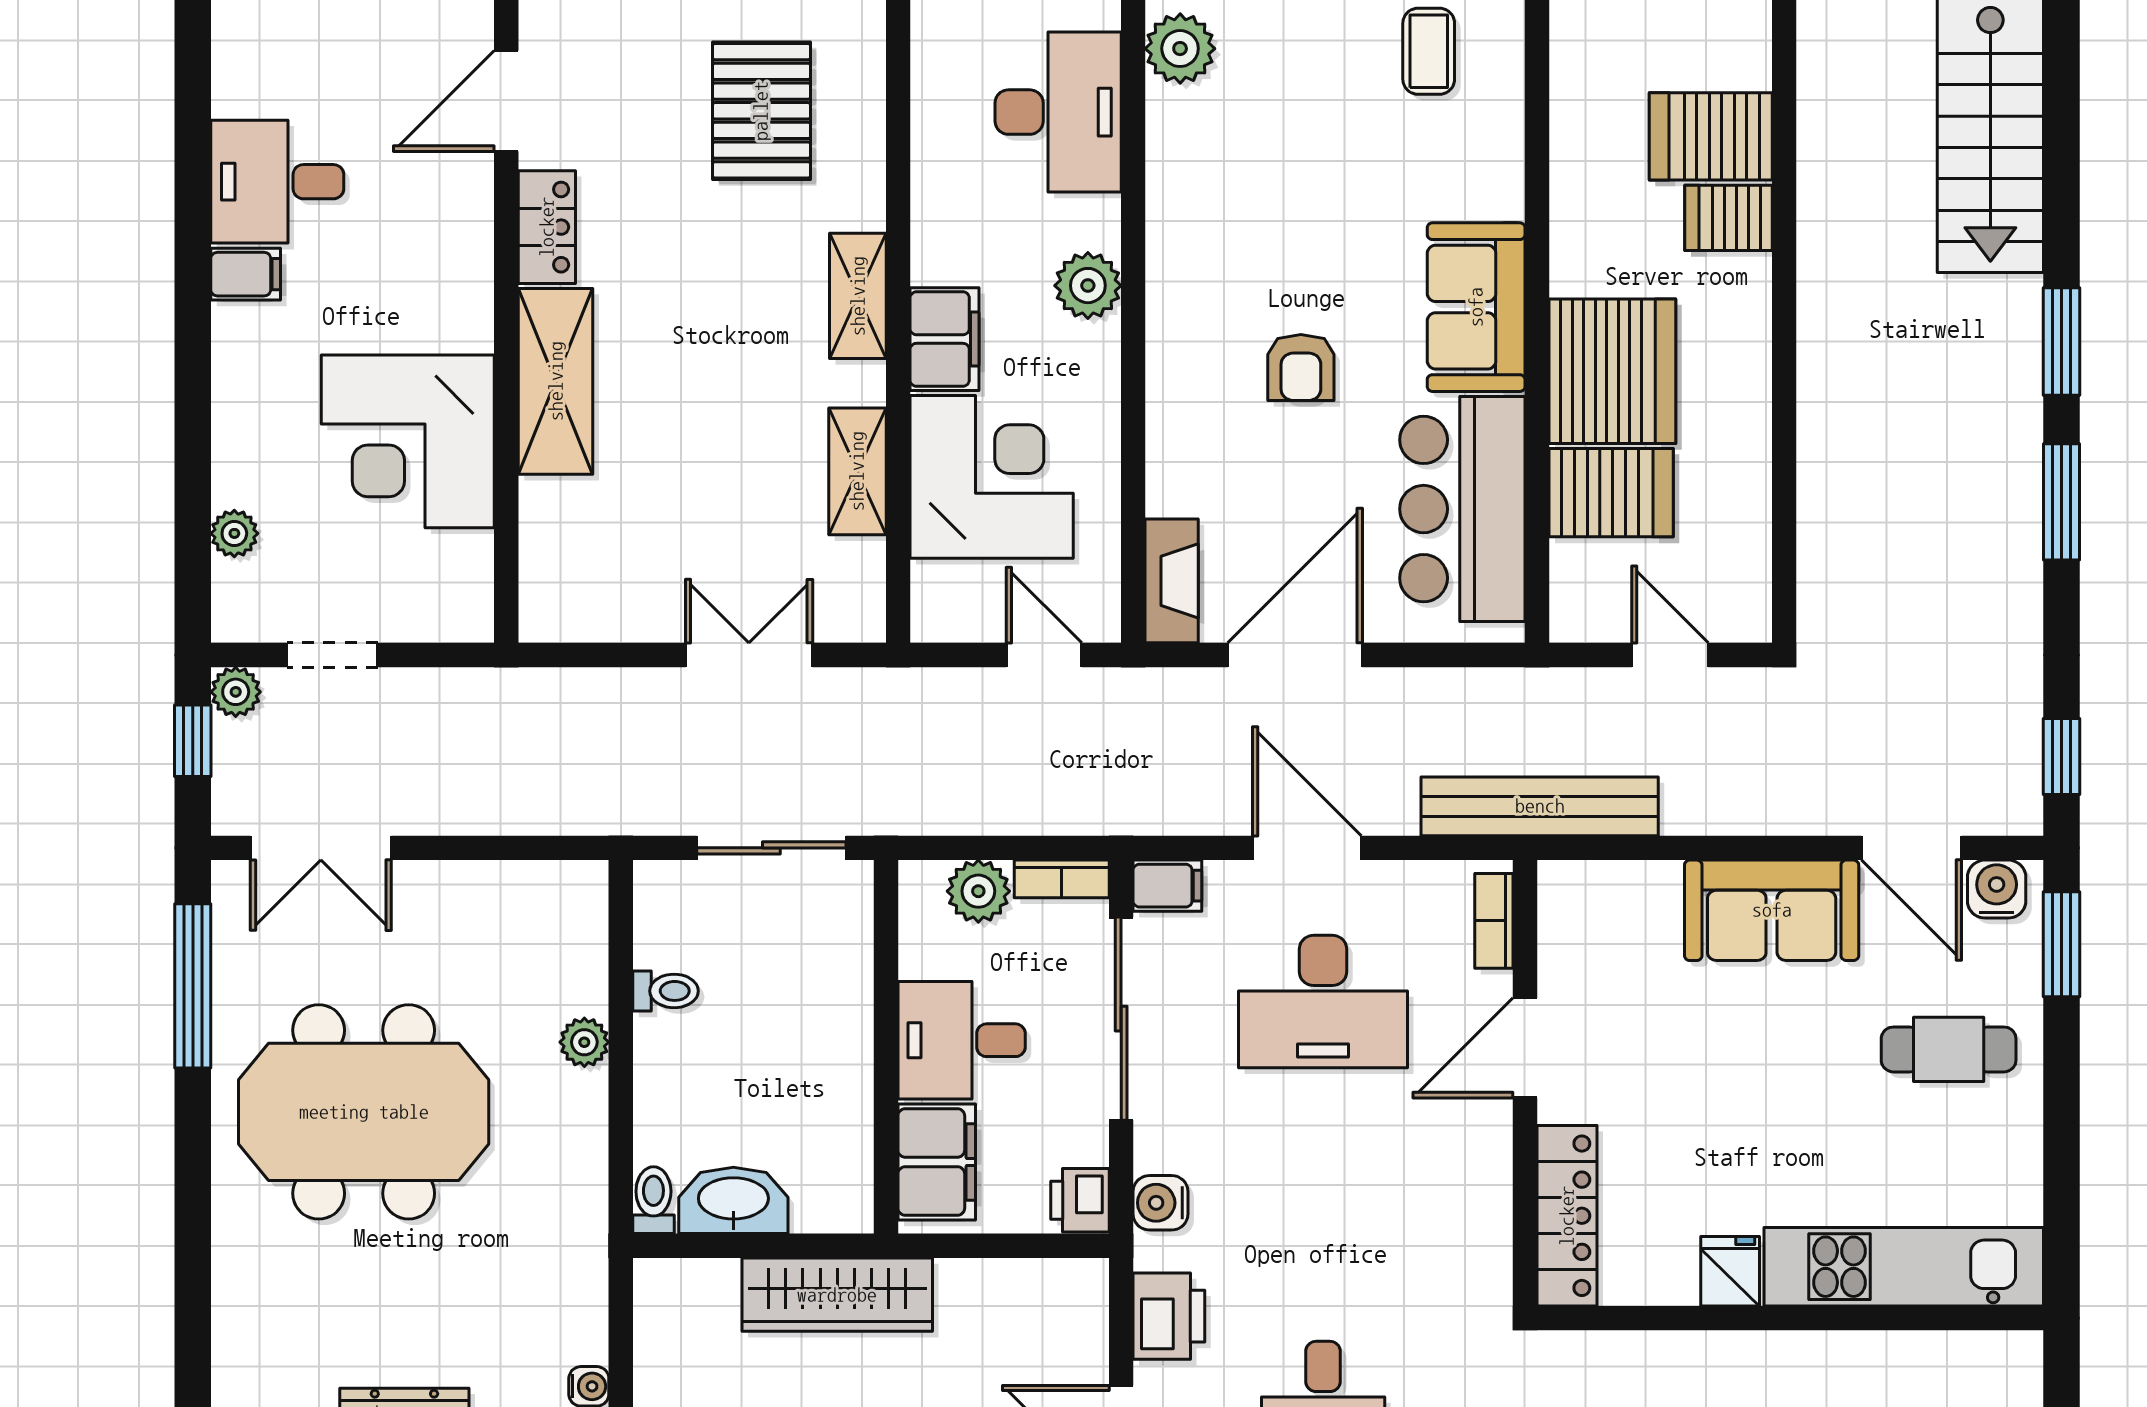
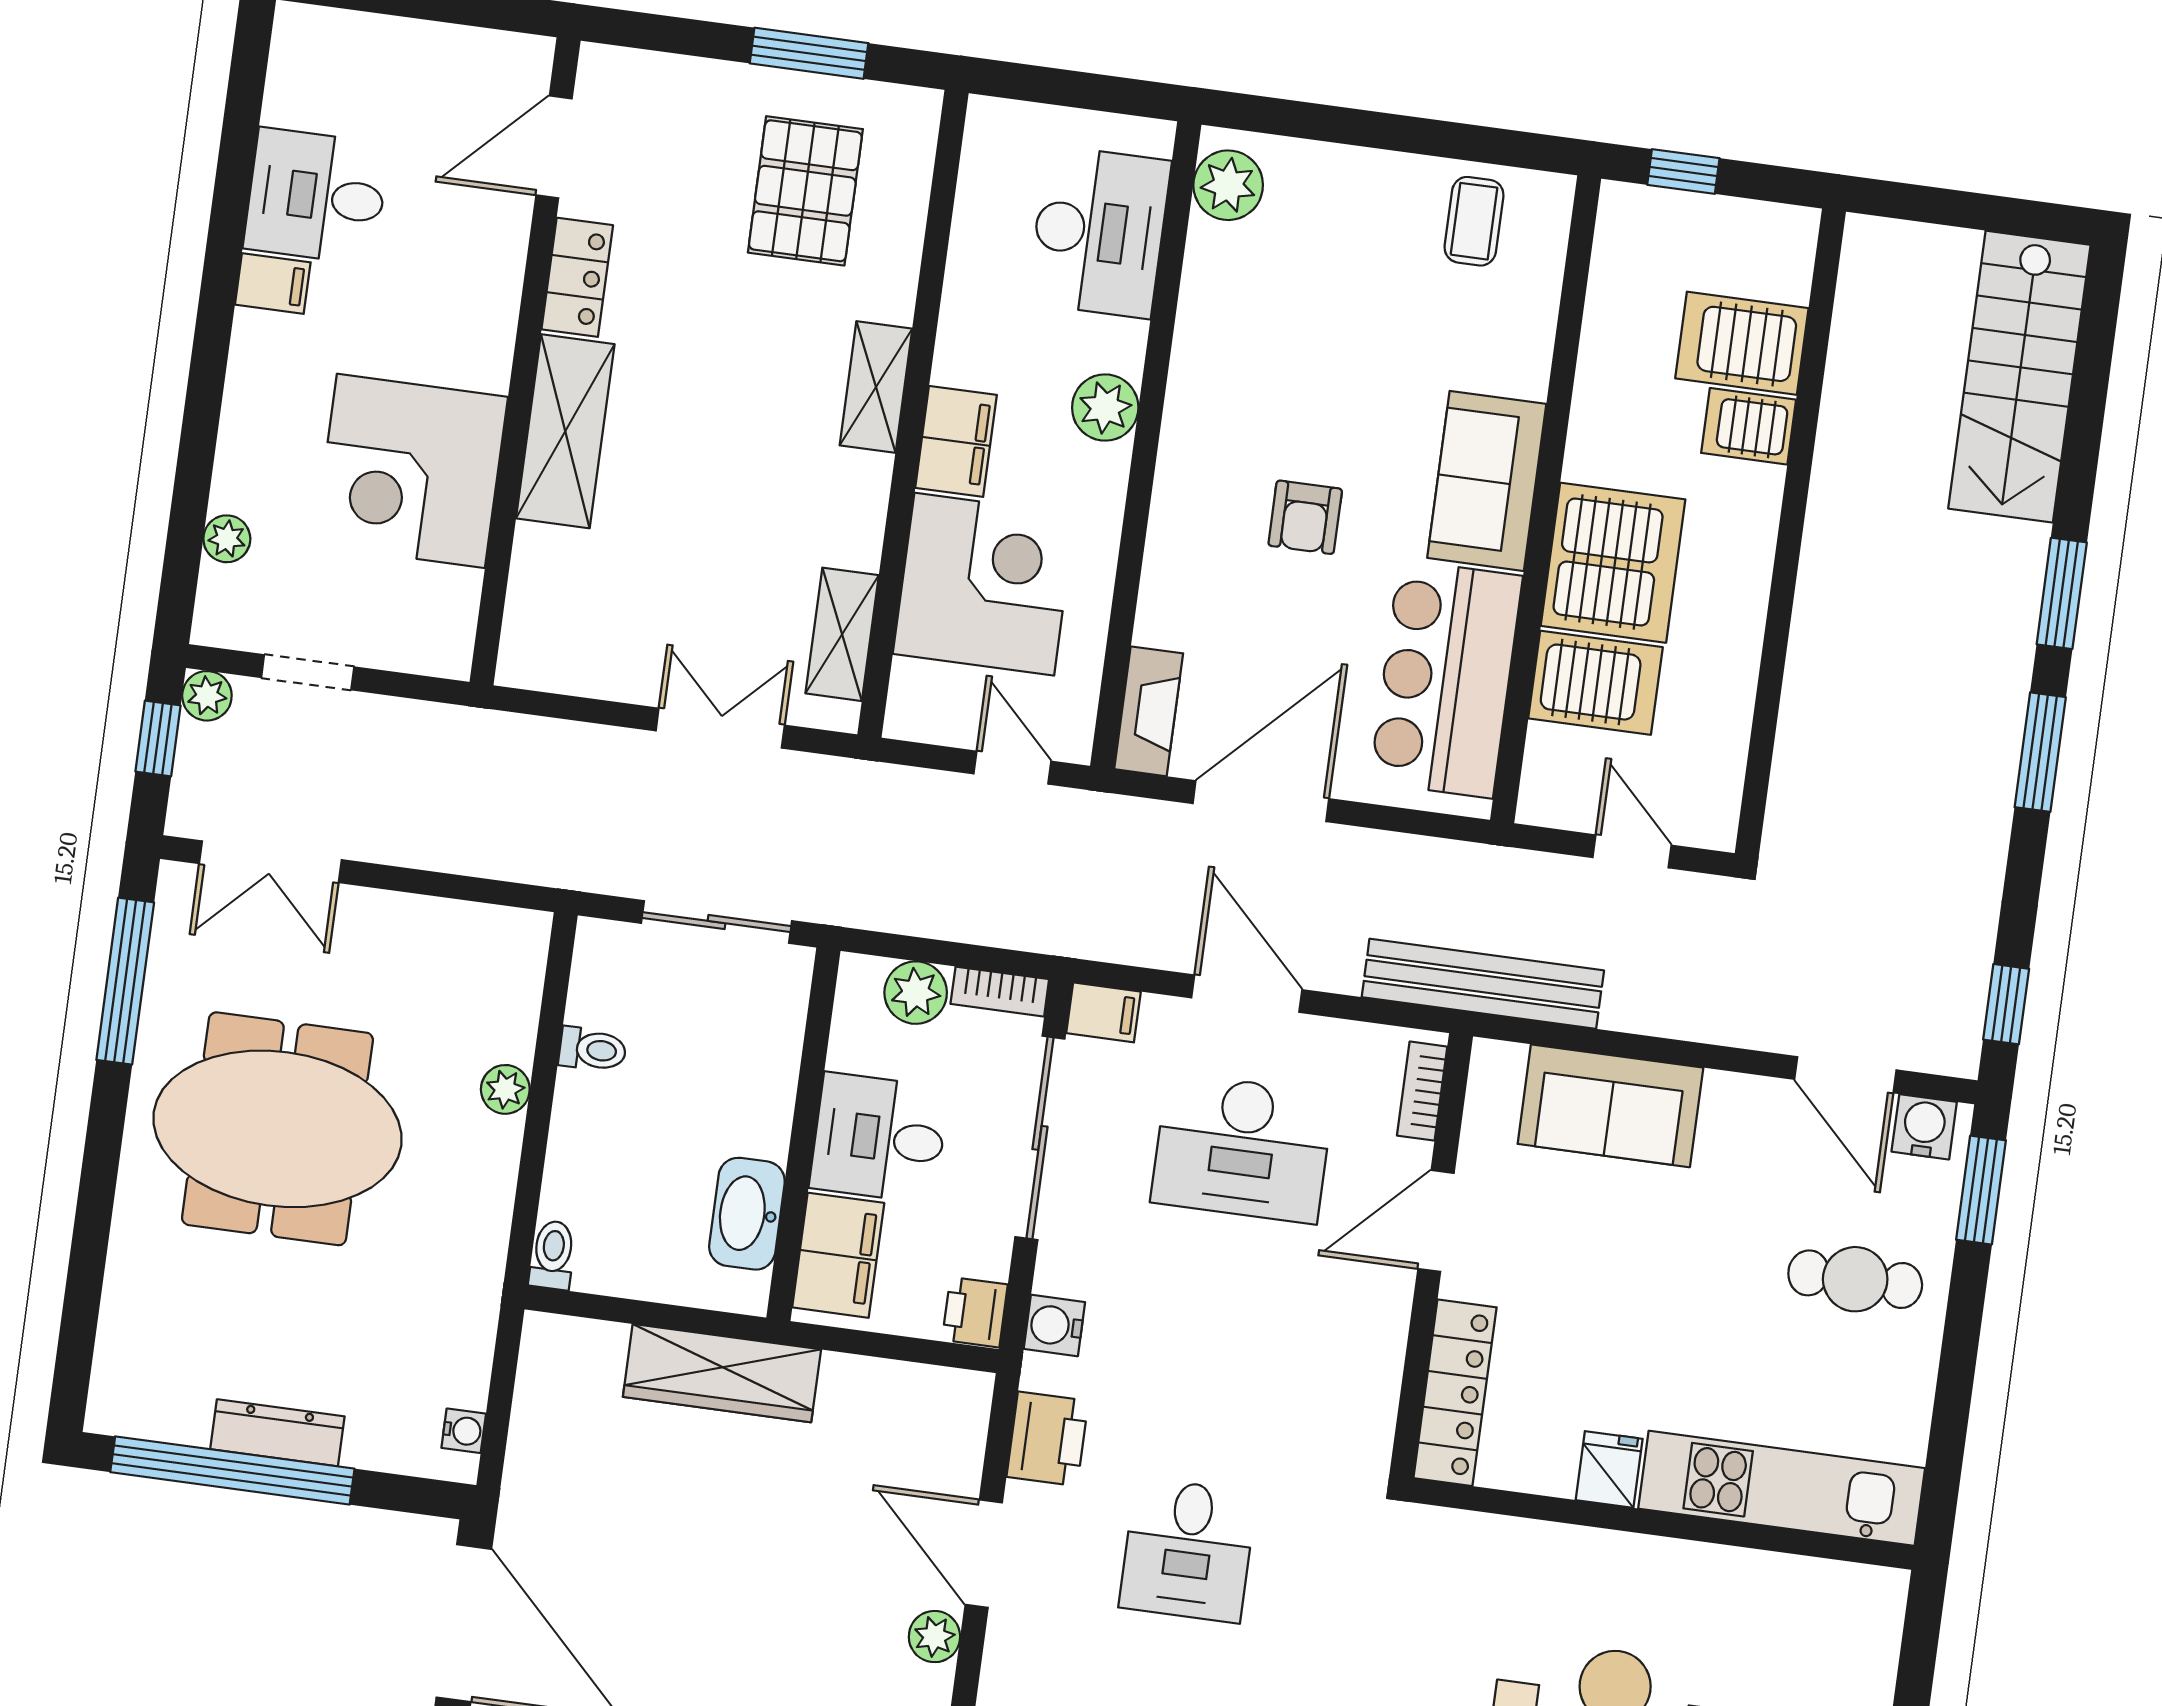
shelving: (857, 471) -> (842, 634), moved
sofa: (1772, 910) -> (1610, 1106), moved
washbasin: (733, 1200) -> (747, 1214), moved, turned -90

